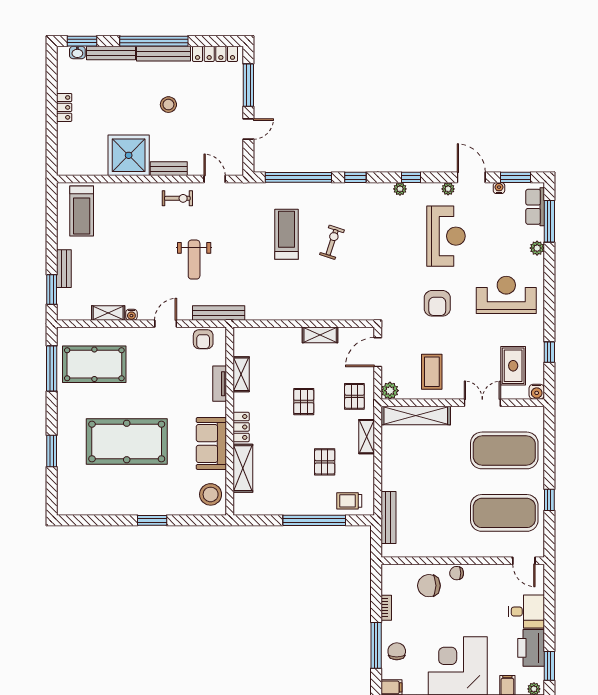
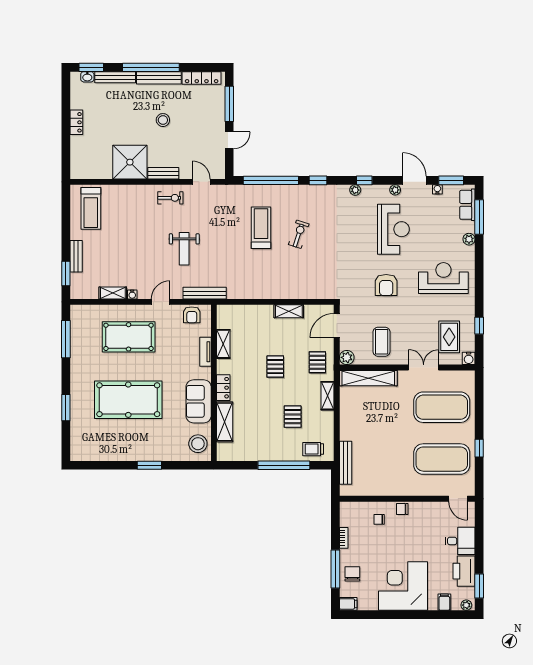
pool table: (94, 364) -> (129, 337), moved
chair: (429, 586) -> (379, 519), width x0.54, depth x0.54

